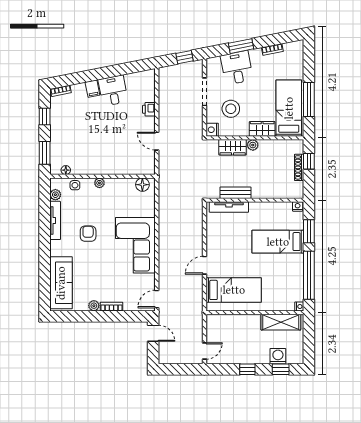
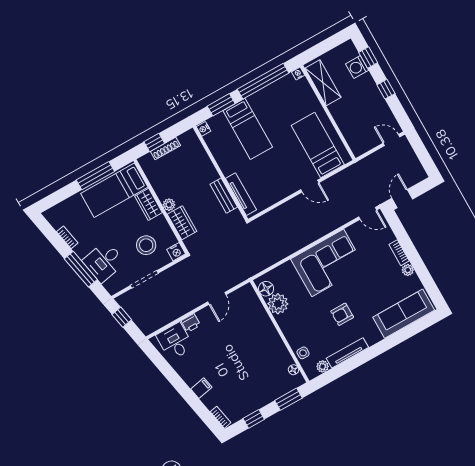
window: (241, 46) -> (81, 269), width x1.44
desk: (113, 91) -> (175, 341), moved, turned 101
plant: (99, 183) -> (278, 304), moved, width x1.88, depth x1.88

